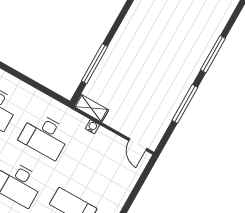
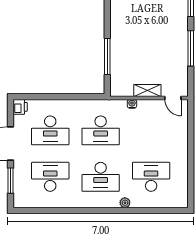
shelving: (91, 108) -> (147, 91), moved

